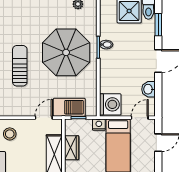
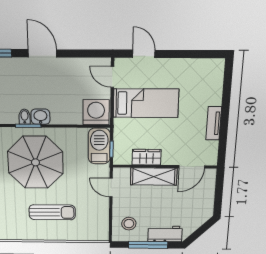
sun lounger: (20, 66) -> (52, 212), turned 180
washbasin: (148, 89) -> (40, 117), moved, turned 180
barbecue: (69, 107) -> (99, 146), moved
nightstand: (99, 125) -> (120, 126), removed

